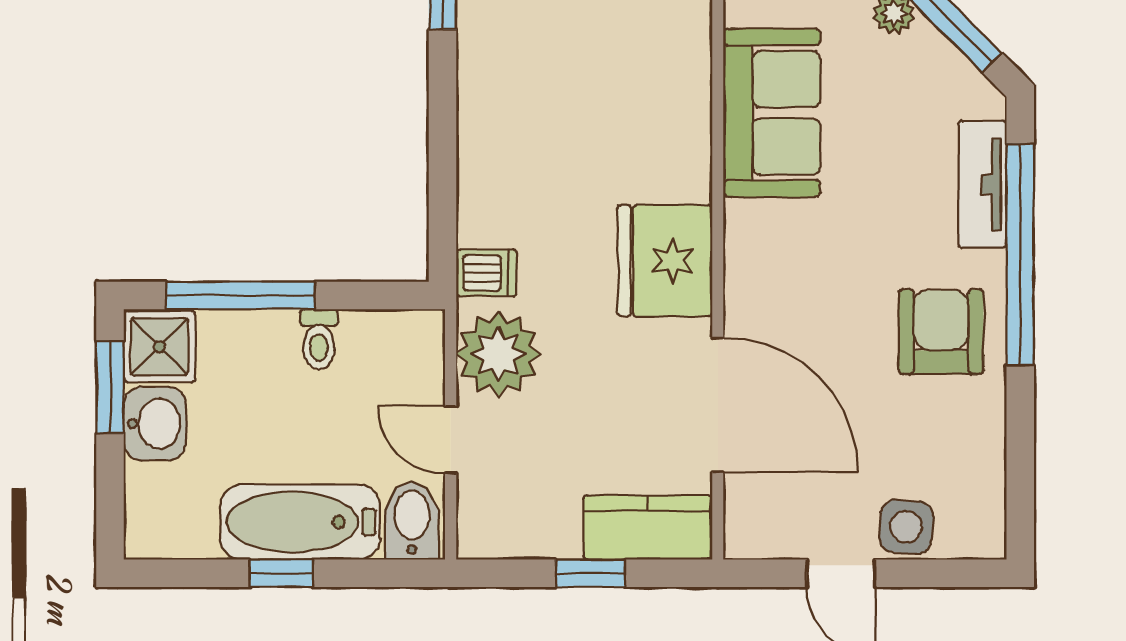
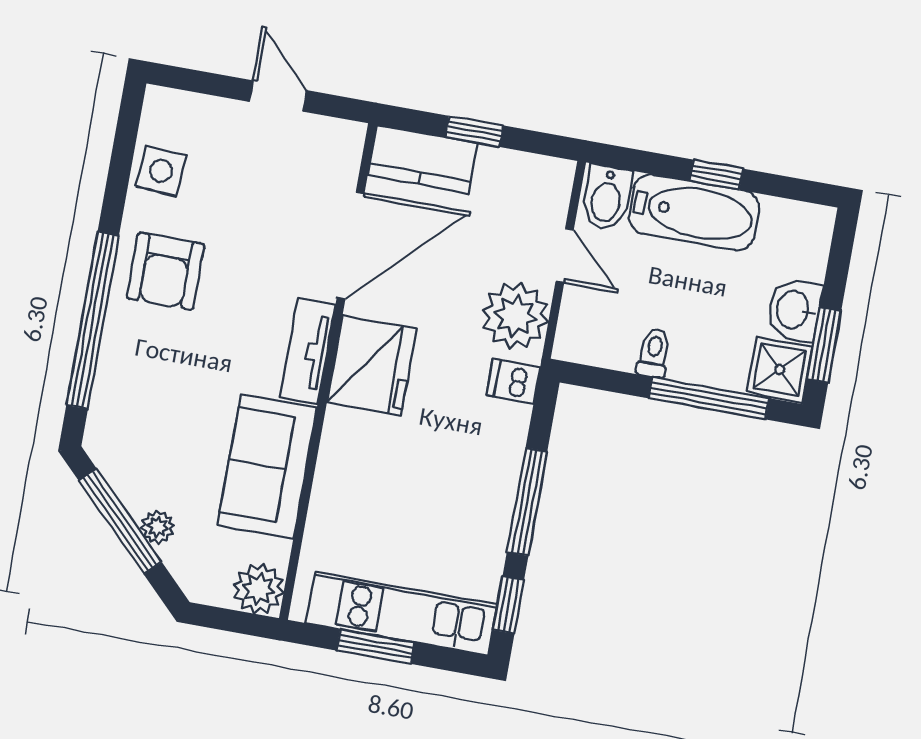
window: (443, 127) -> (527, 502), added
tv unit: (982, 184) -> (308, 351), moved, turned 180
door: (718, 405) -> (351, 245), swing flipped
side table: (906, 527) -> (161, 171), moved

